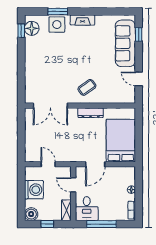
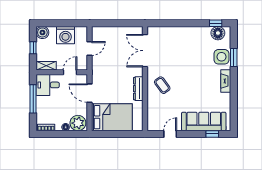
plant: (127, 177) -> (78, 123), added

